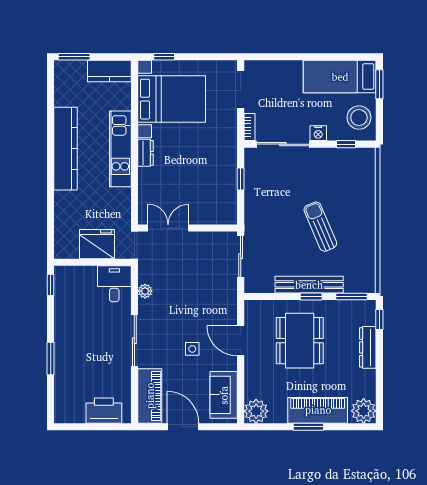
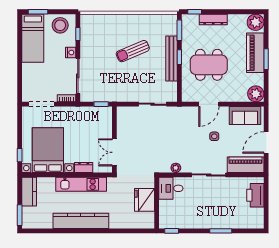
double door: (168, 228) -> (114, 152), moved
wall: (188, 228) -> (114, 140), moved

